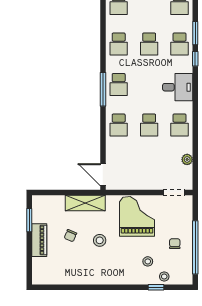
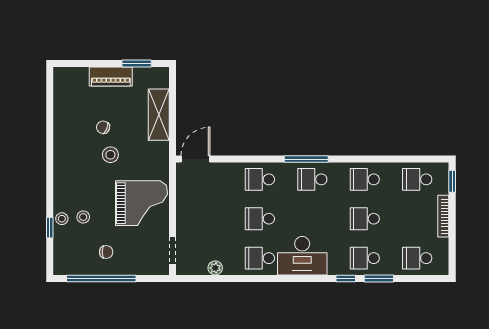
desk: (178, 87) -> (302, 256), width x1.37
shelving: (85, 203) -> (159, 115), moved
chair: (70, 236) -> (103, 127), moved
stool: (164, 277) -> (62, 219), moved

